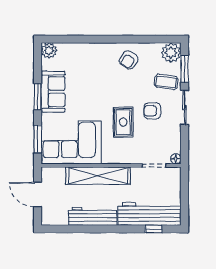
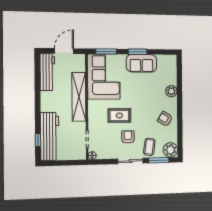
plant: (49, 51) -> (171, 91), moved
workbench: (93, 216) -> (47, 72), moved

